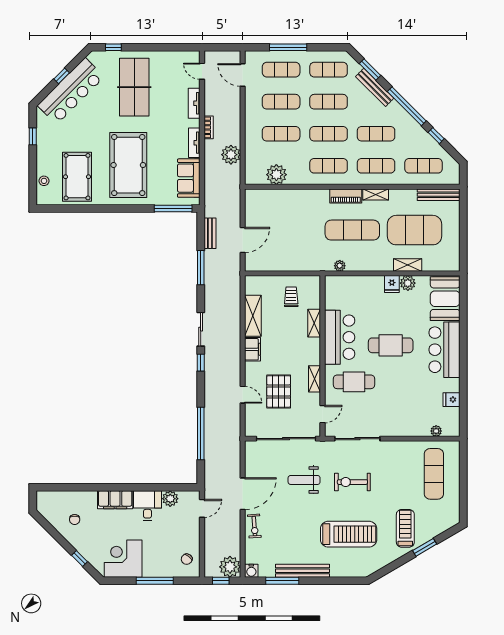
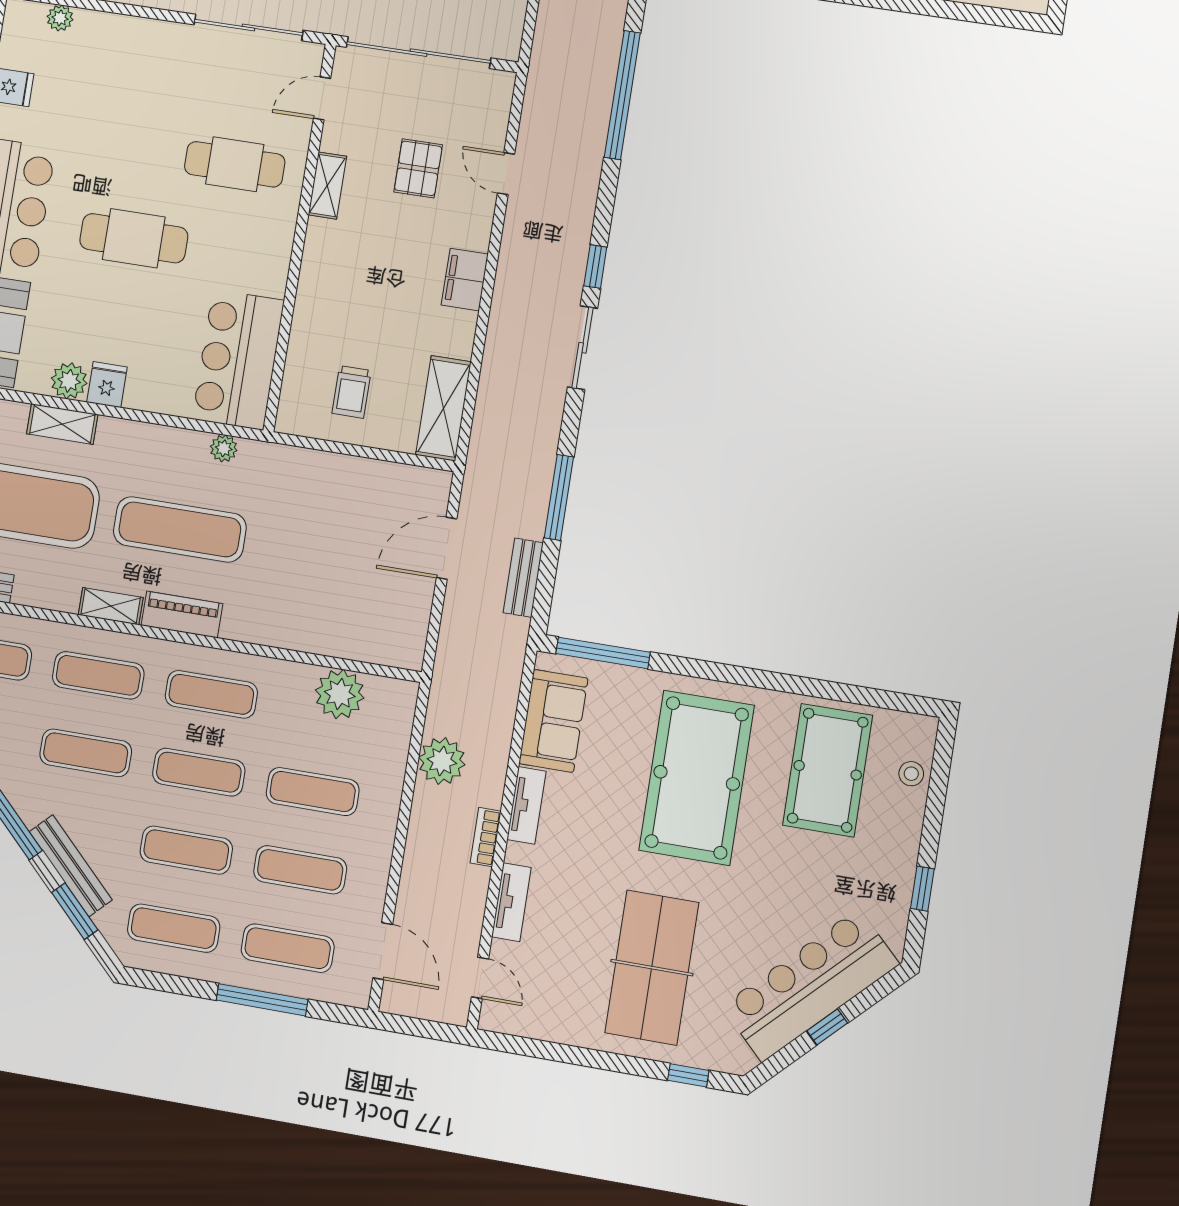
shelving: (253, 316) -> (443, 408), moved
shelving: (314, 323) -> (307, 320), removed
bar counter: (340, 337) -> (238, 360), moved
pallet: (279, 391) -> (418, 168), width x0.67, depth x0.71

